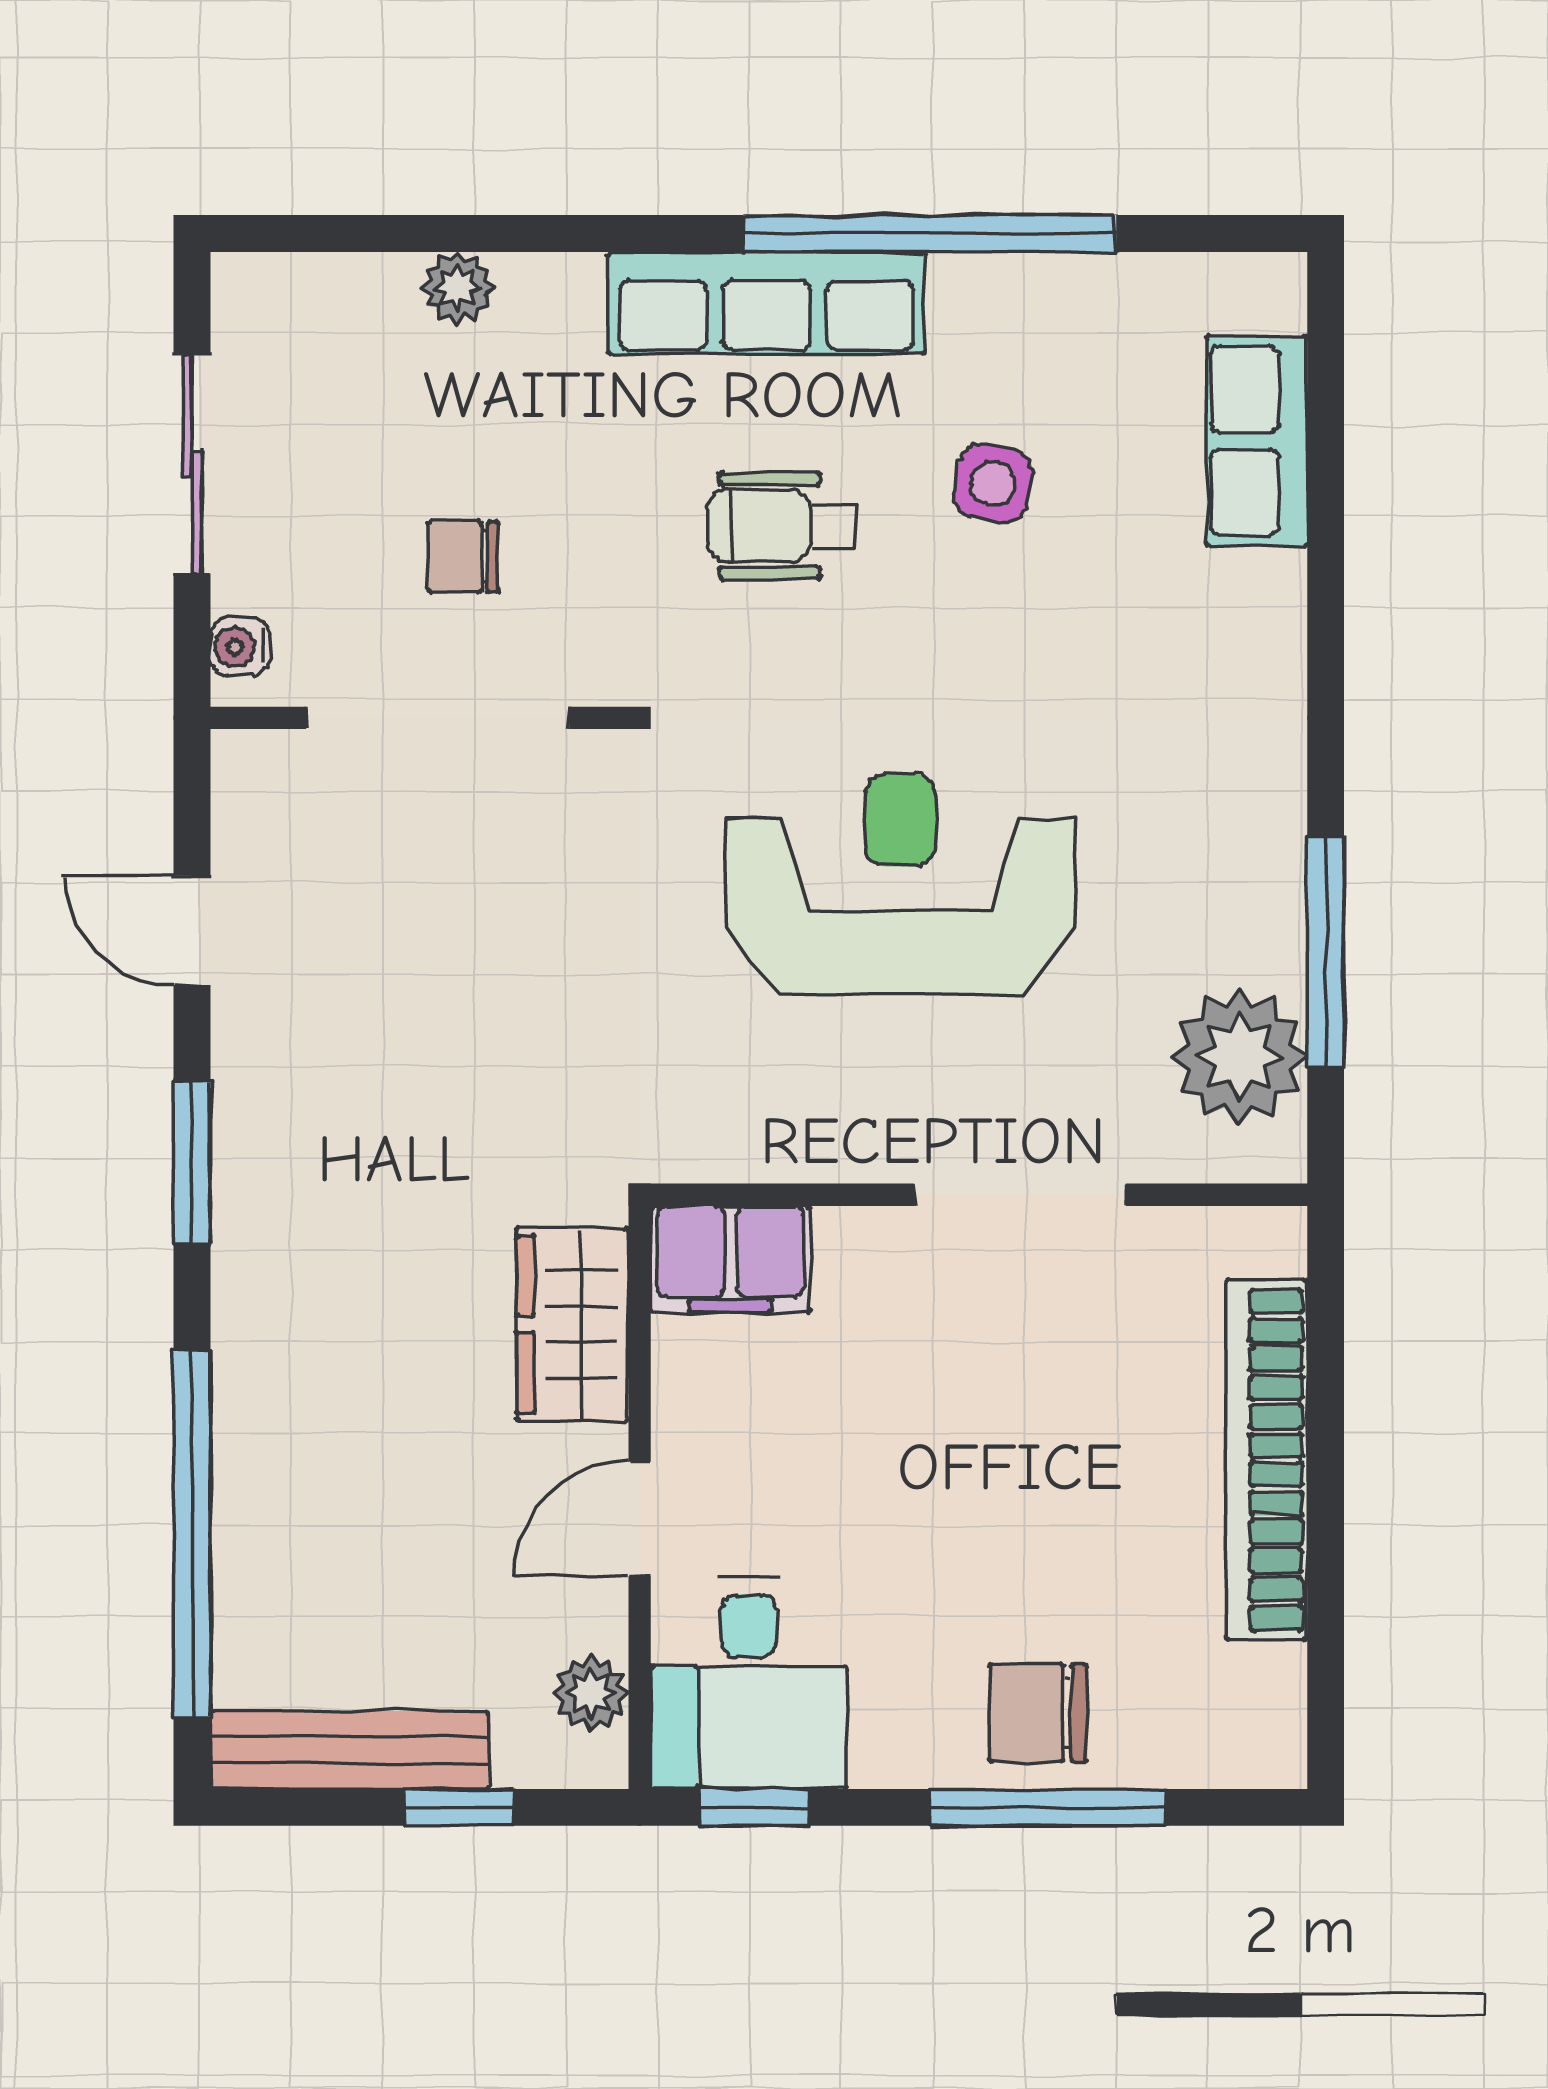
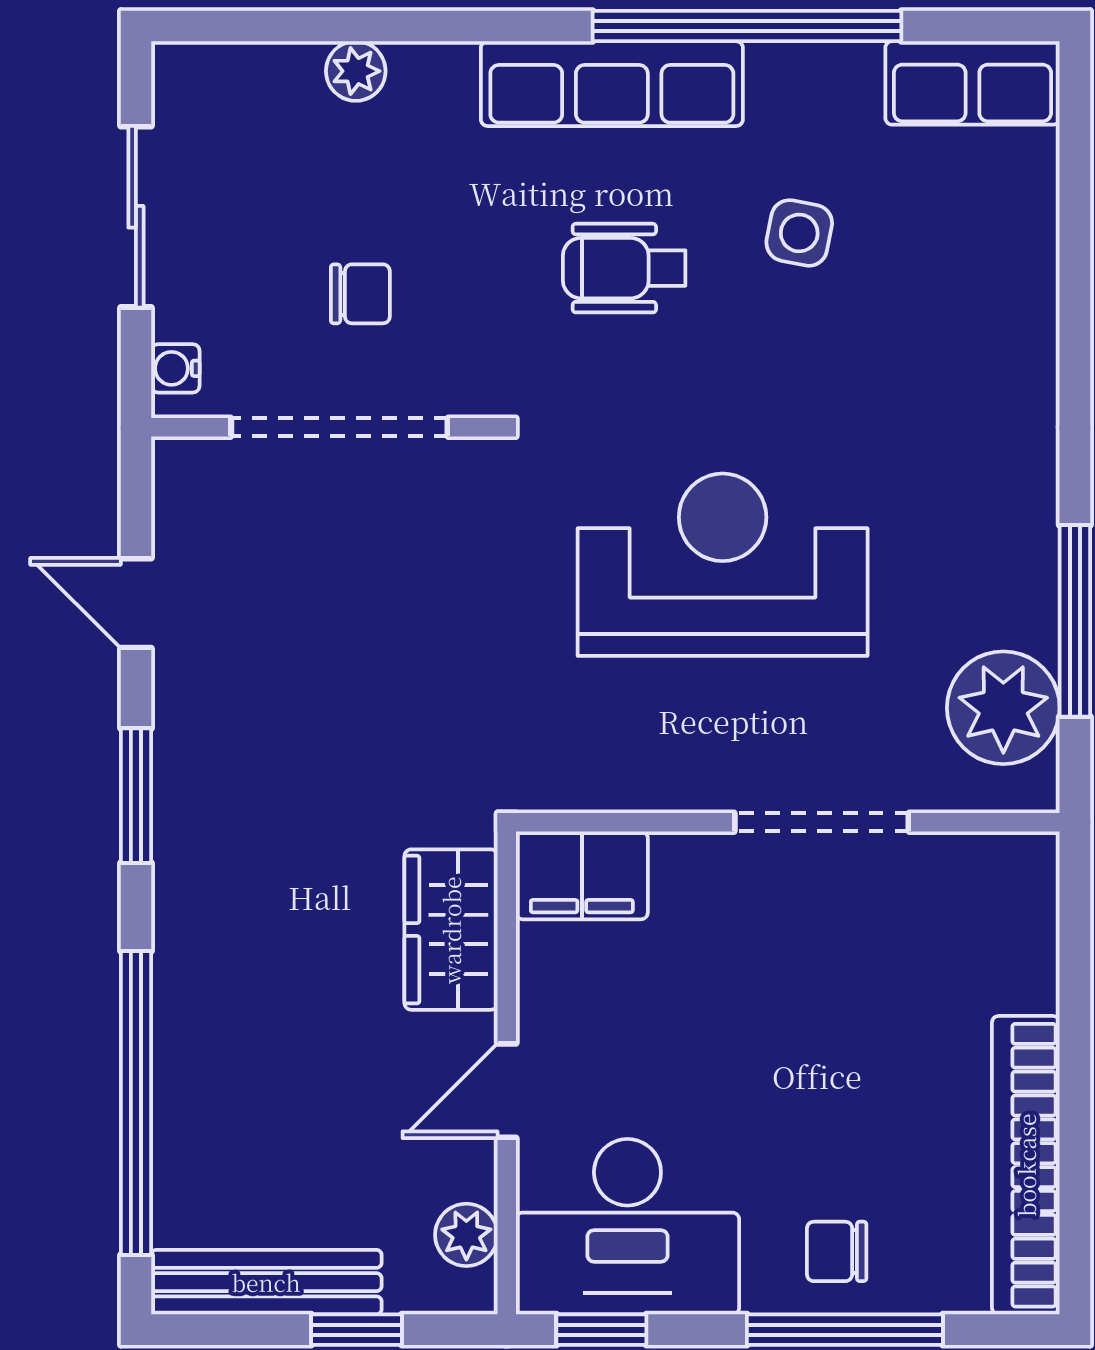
row of seats: (1257, 441) -> (972, 83), moved, turned -90
chair: (463, 557) -> (360, 294), turned 180
bookcase: (1266, 1460) -> (1026, 1165), moved
desk: (749, 1683) -> (627, 1227), width x1.37
chair: (1038, 1713) -> (837, 1251), width x0.73, depth x0.73

